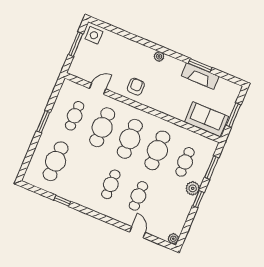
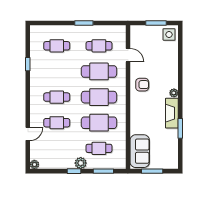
fireplace: (200, 76) -> (172, 113), moved
cafe table: (56, 161) -> (57, 46), width x0.73, depth x0.74

